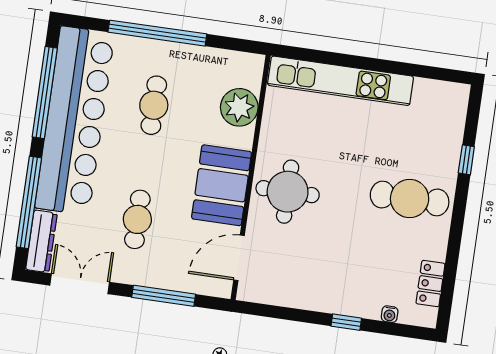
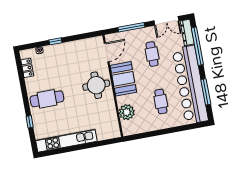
window: (157, 33) -> (169, 131), removed
kitchen unit: (341, 81) -> (66, 141), moved
window: (45, 93) -> (206, 92), width x0.68

